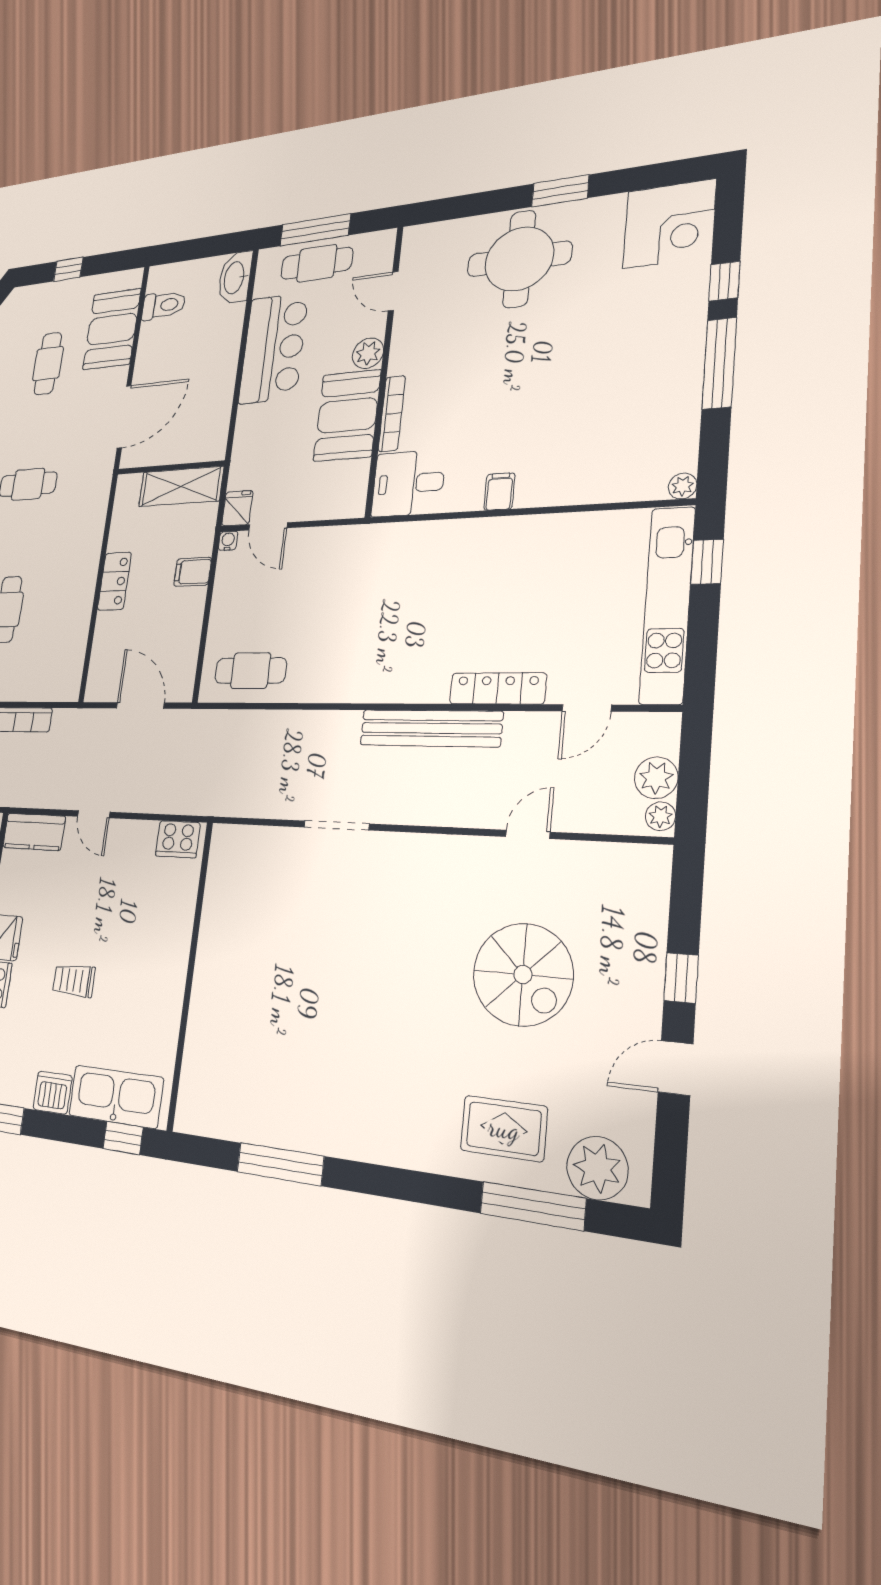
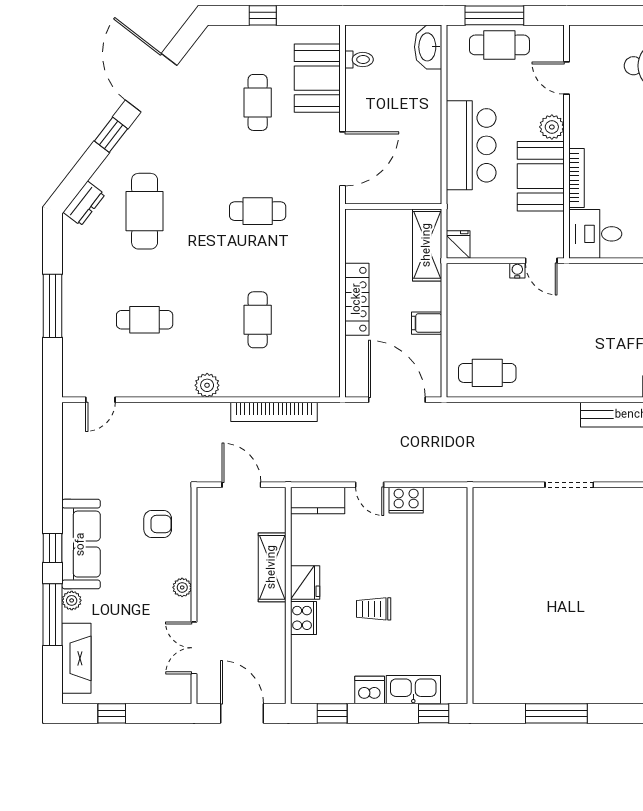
toilet: (164, 305) -> (359, 60), width x0.73, depth x0.72
bar counter: (273, 348) -> (471, 145), moved
shelving: (181, 486) -> (427, 245), moved, turned 90
door: (268, 526) -> (541, 261), moved
water cooler: (228, 541) -> (517, 271), moved
filing cabinet: (193, 572) -> (427, 323), moved
locker: (114, 581) -> (357, 299), width x1.53
door: (140, 706) -> (397, 400), width x1.36
cooker: (178, 839) -> (406, 500), moved
kitchen sink: (116, 1097) -> (413, 690), width x0.73, depth x0.81

